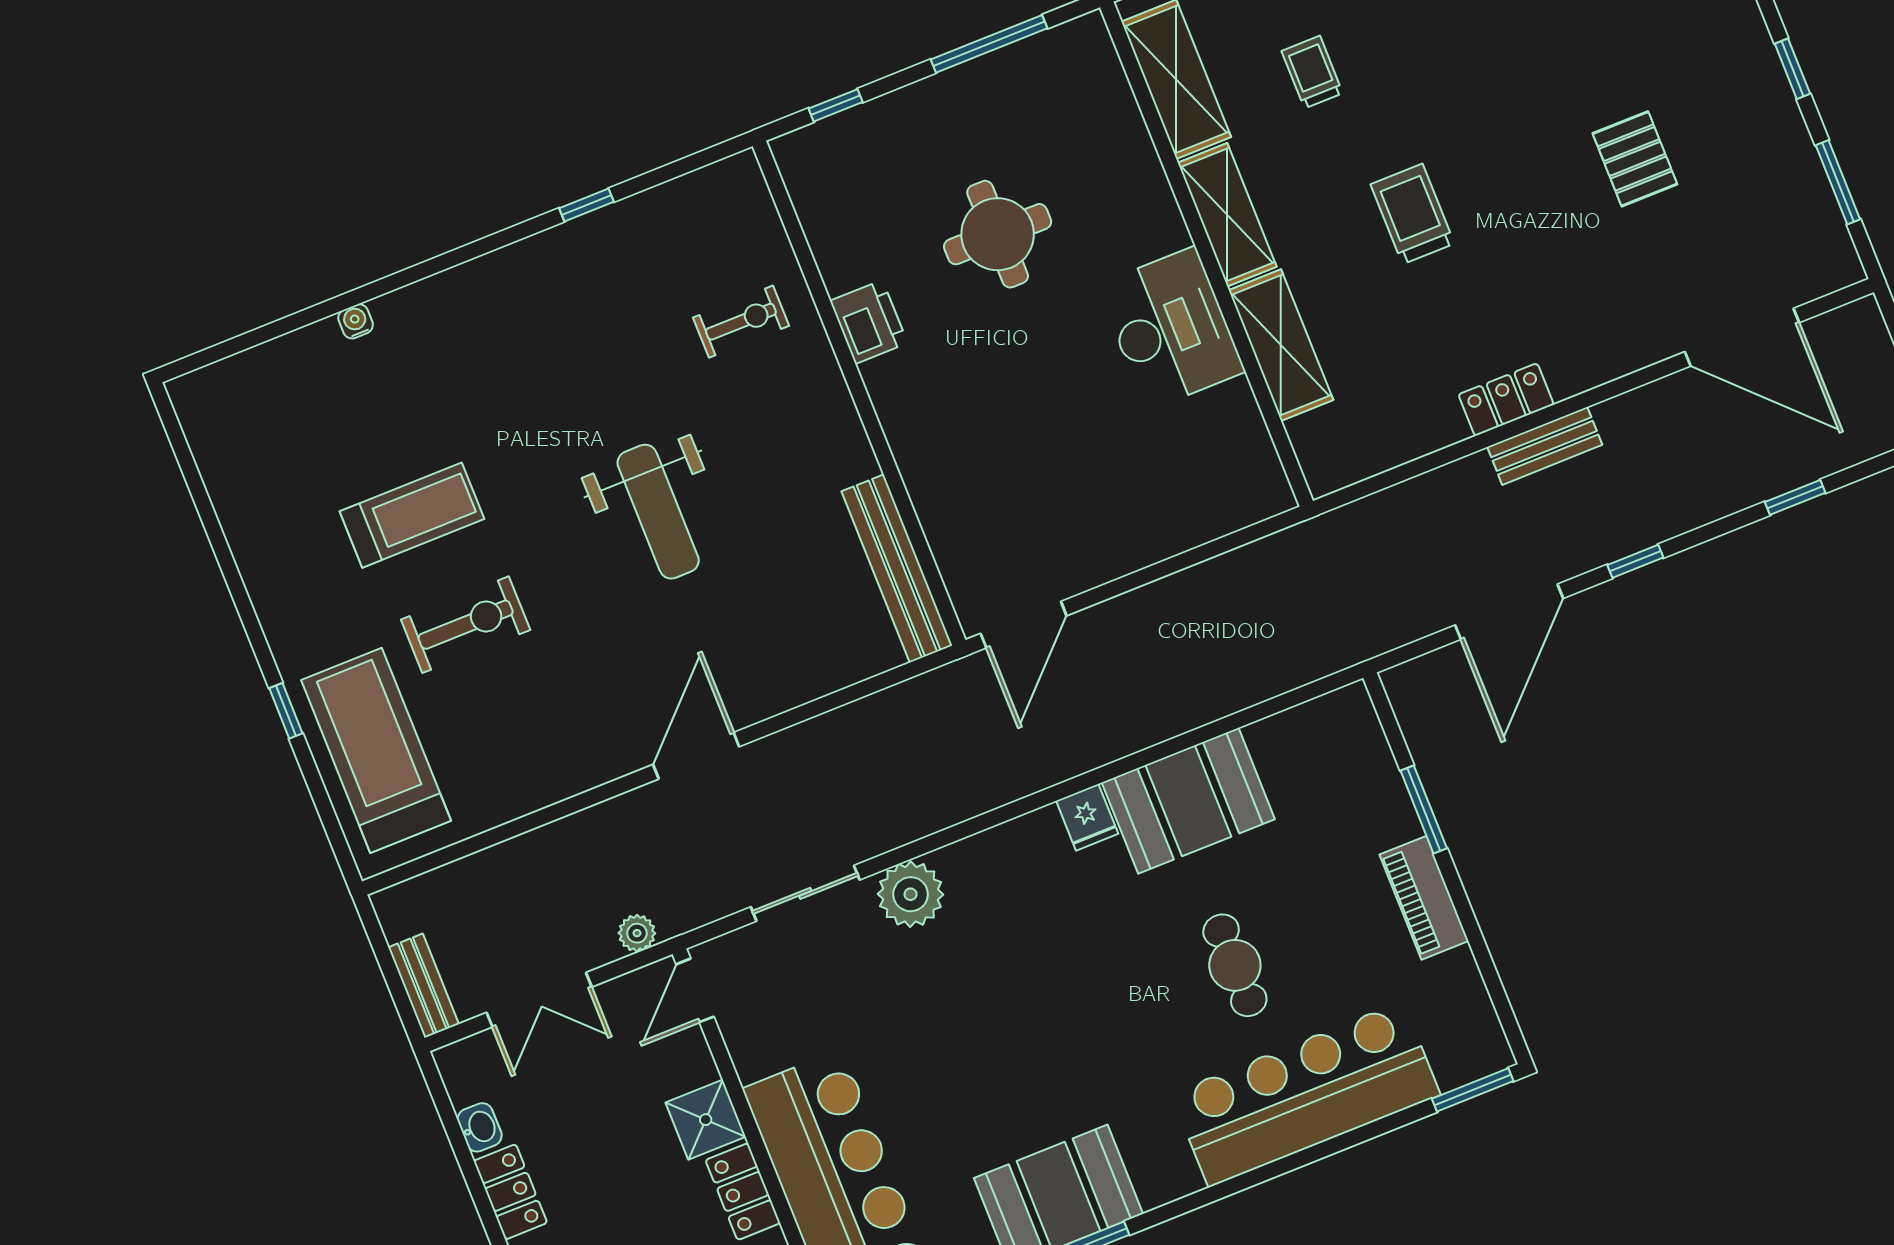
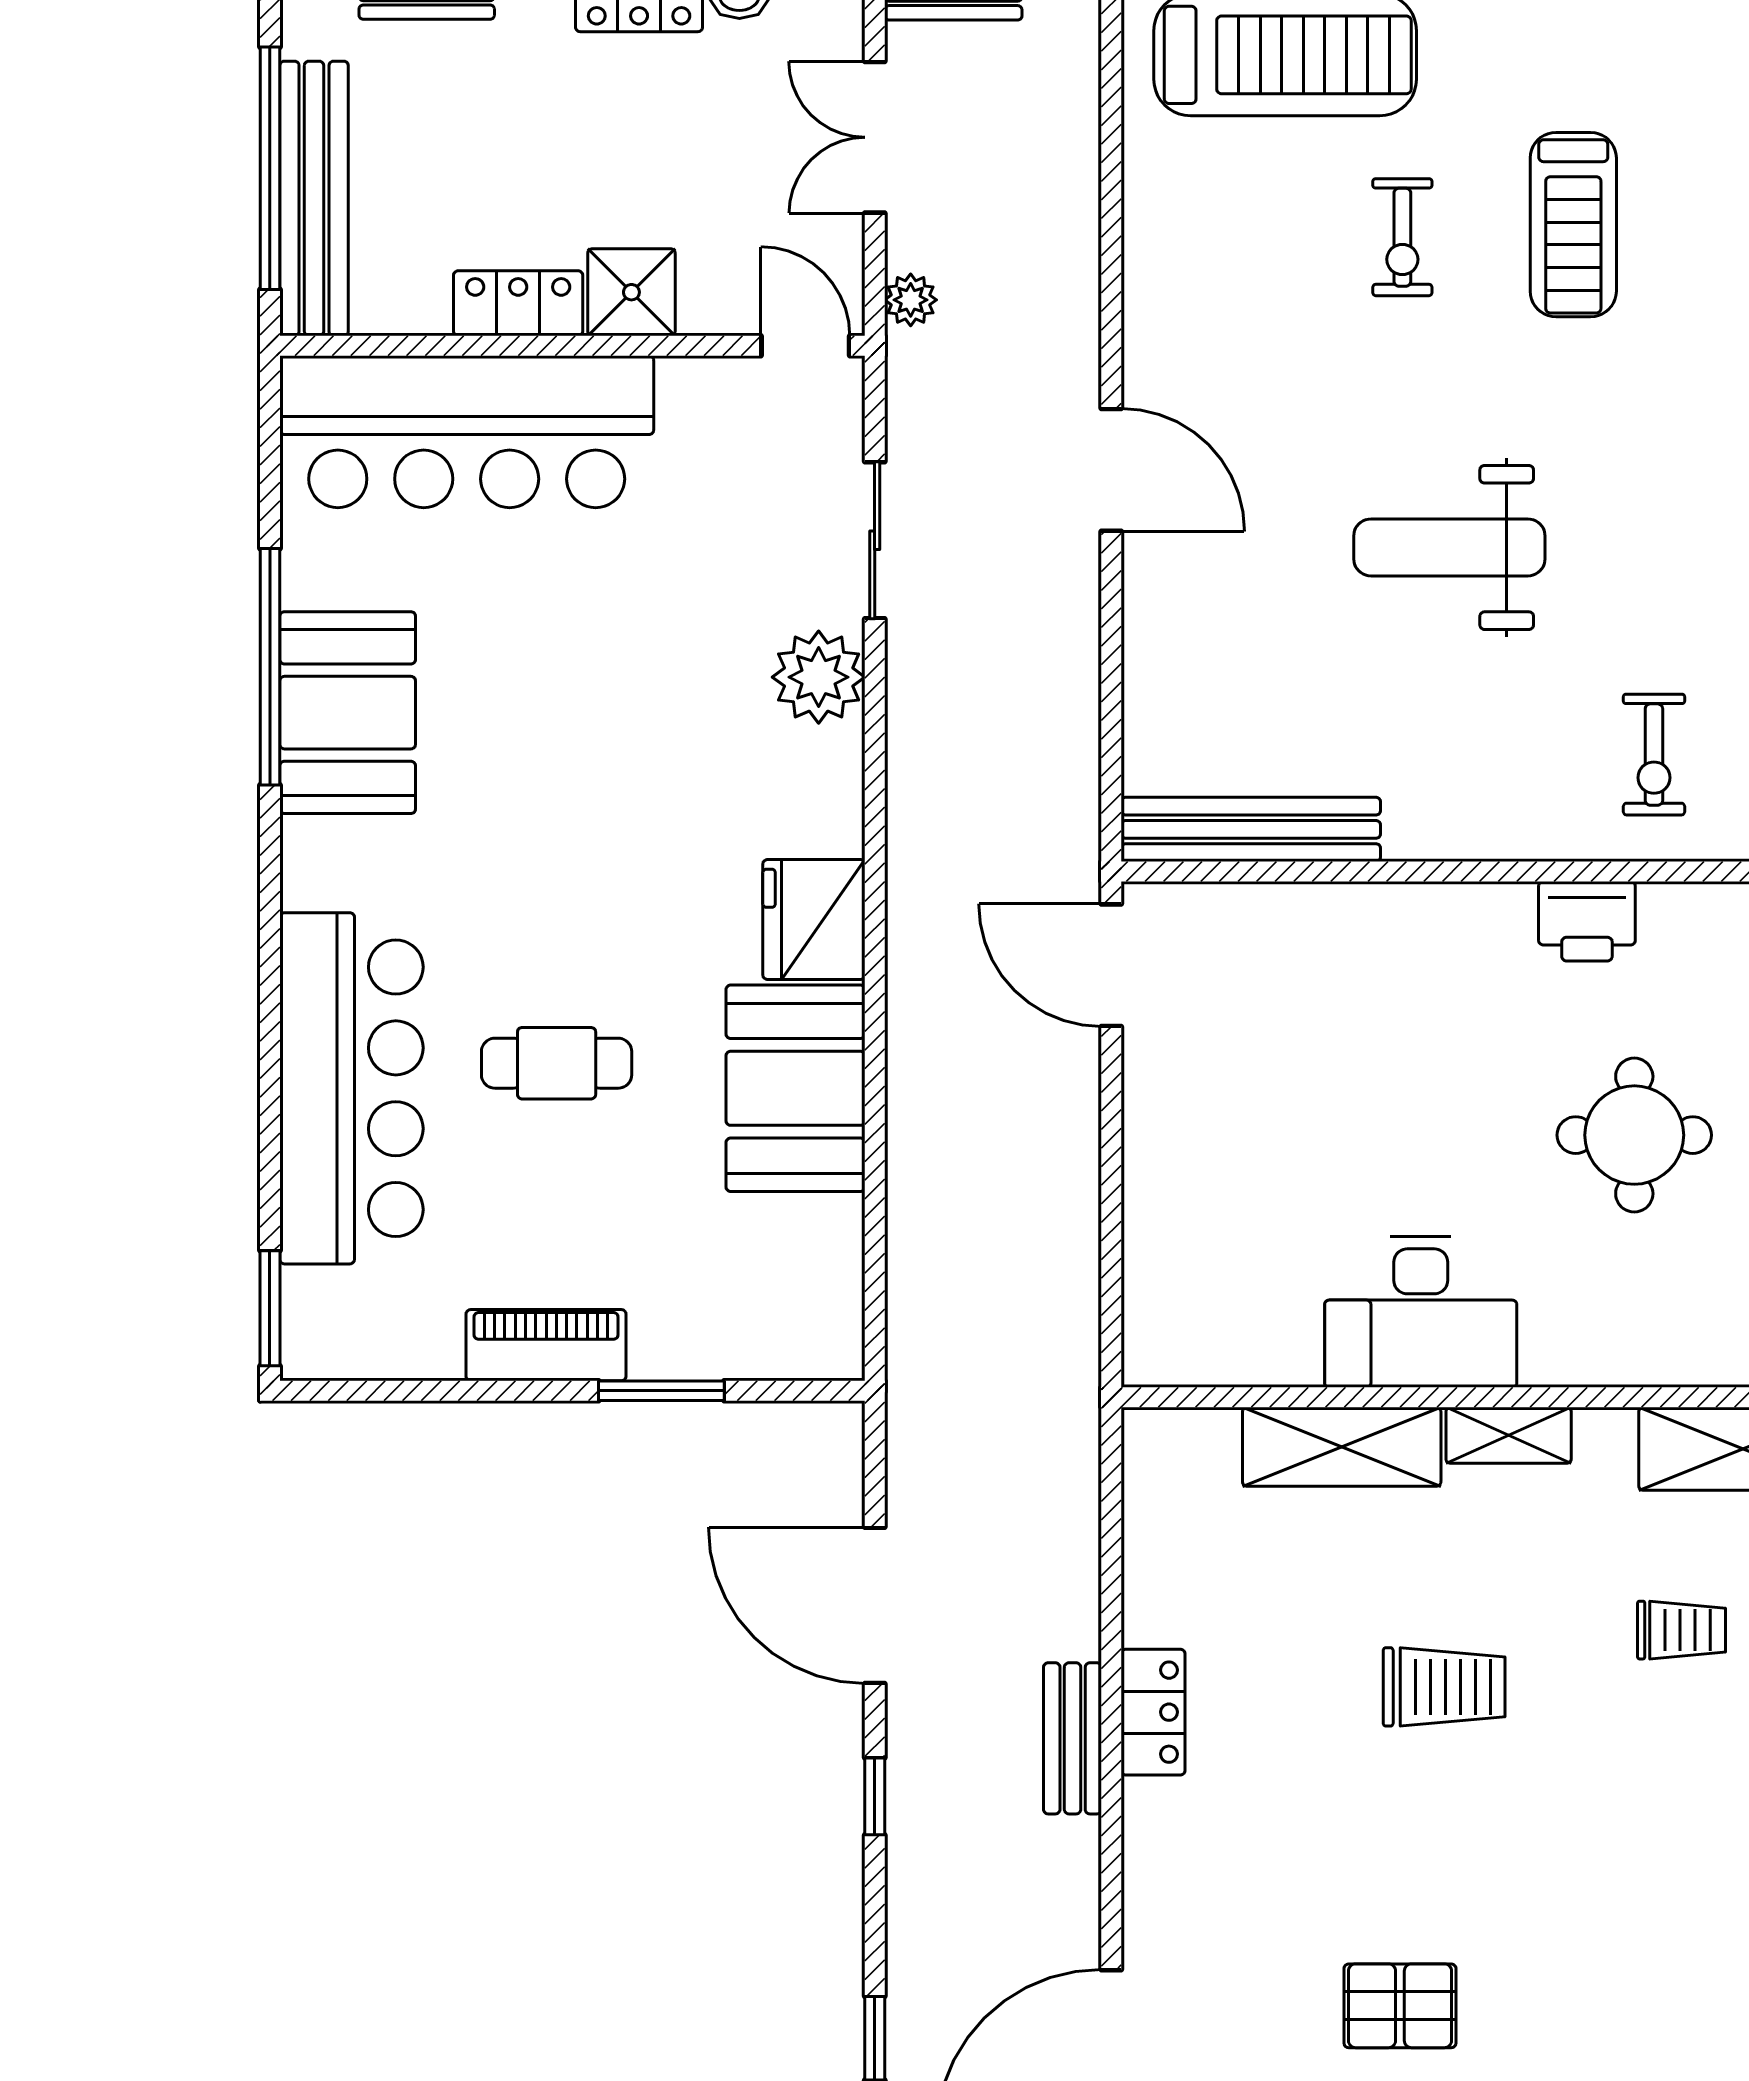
shelving: (1227, 215) -> (1509, 1435), width x0.67, depth x0.75
exercise bike: (466, 625) -> (1402, 237), width x0.73, depth x0.72
fridge: (1087, 817) -> (814, 920), width x1.88, depth x1.34

